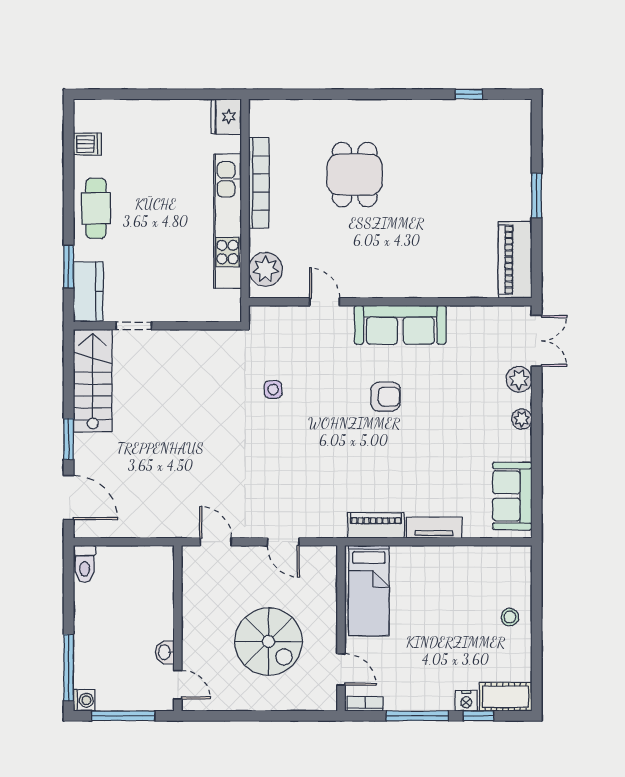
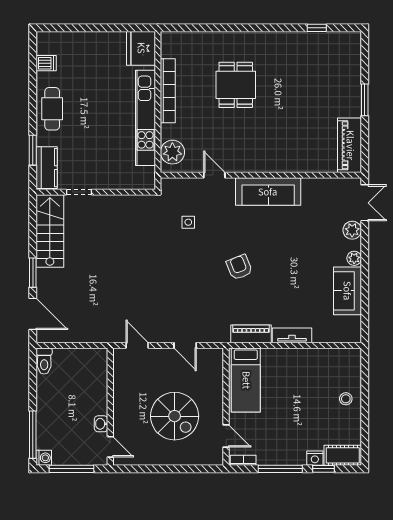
fridge: (226, 117) -> (141, 48), width x1.36, depth x1.34
side table: (273, 389) -> (188, 222), moved
armchair: (385, 397) -> (239, 267), moved, turned -112
sofa: (512, 496) -> (347, 291), moved

